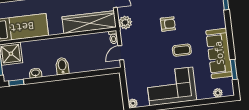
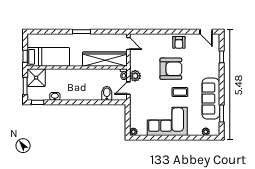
plant: (125, 22) -> (135, 76), moved
armchair: (168, 24) -> (171, 69), width x1.88, depth x1.88
bidet: (62, 66) -> (107, 93), moved

